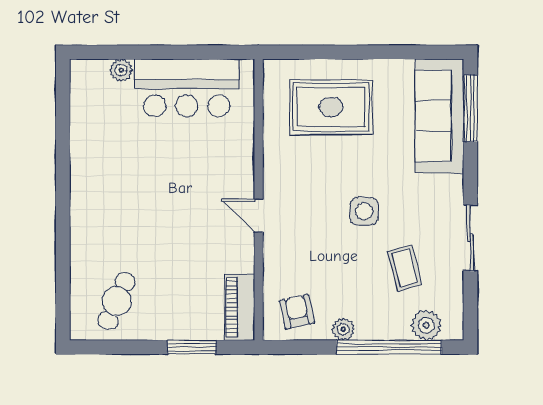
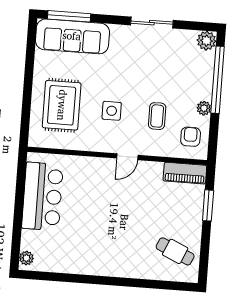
plant: (121, 70) -> (26, 258), moved
side table: (364, 211) -> (112, 111), moved
coffee table: (405, 268) -> (157, 116), moved, turned -75
armchair: (297, 312) -> (191, 137), turned 102
plant: (426, 325) -> (206, 41), moved

